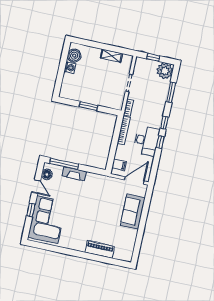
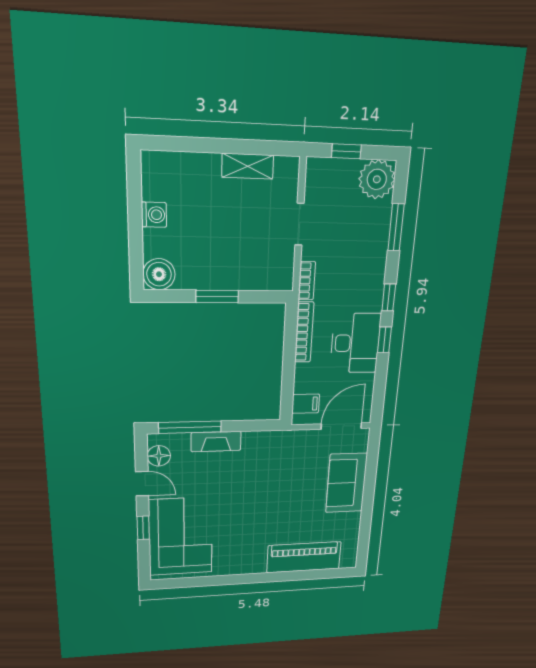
boiler: (74, 56) -> (159, 274), moved
piano: (100, 249) -> (304, 557), width x1.37, depth x1.33

